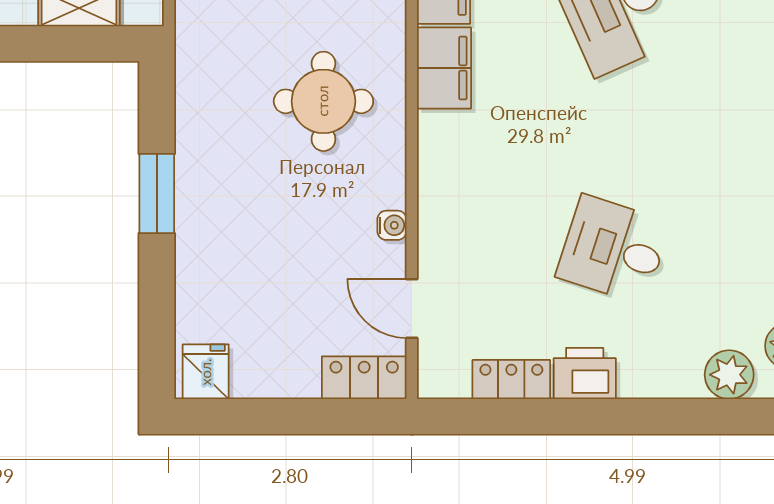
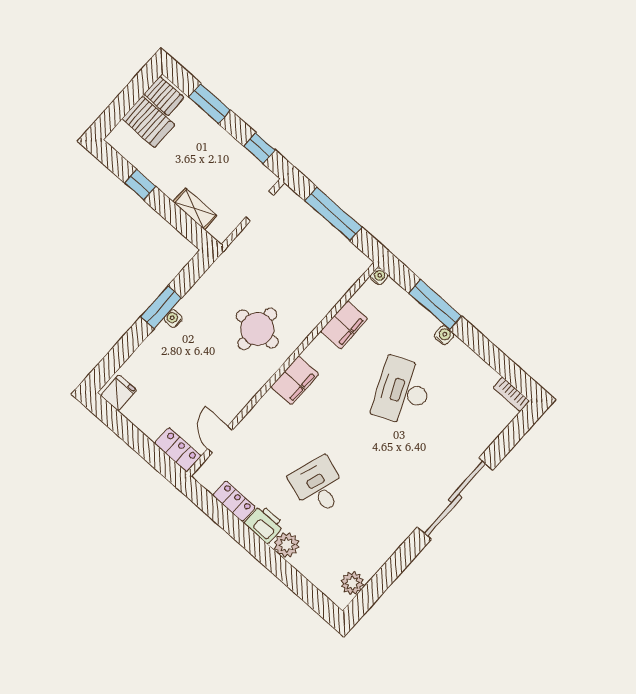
filing cabinet: (444, 68) -> (295, 380), moved
water cooler: (392, 225) -> (173, 319), moved, turned 180
plant: (729, 375) -> (287, 545), moved

